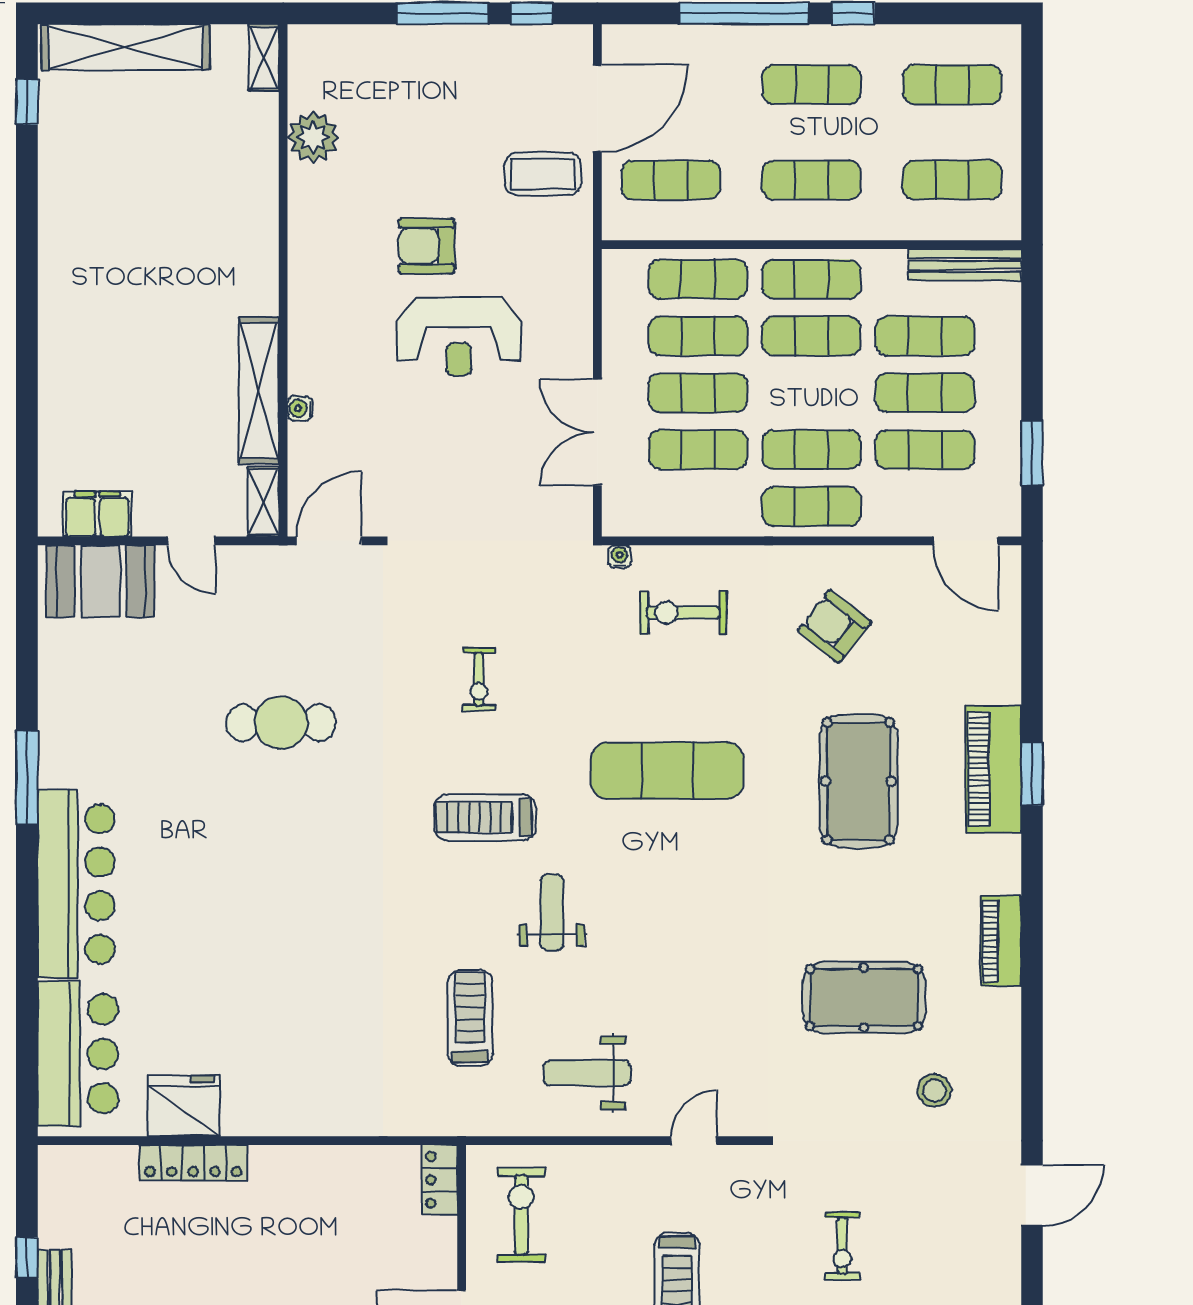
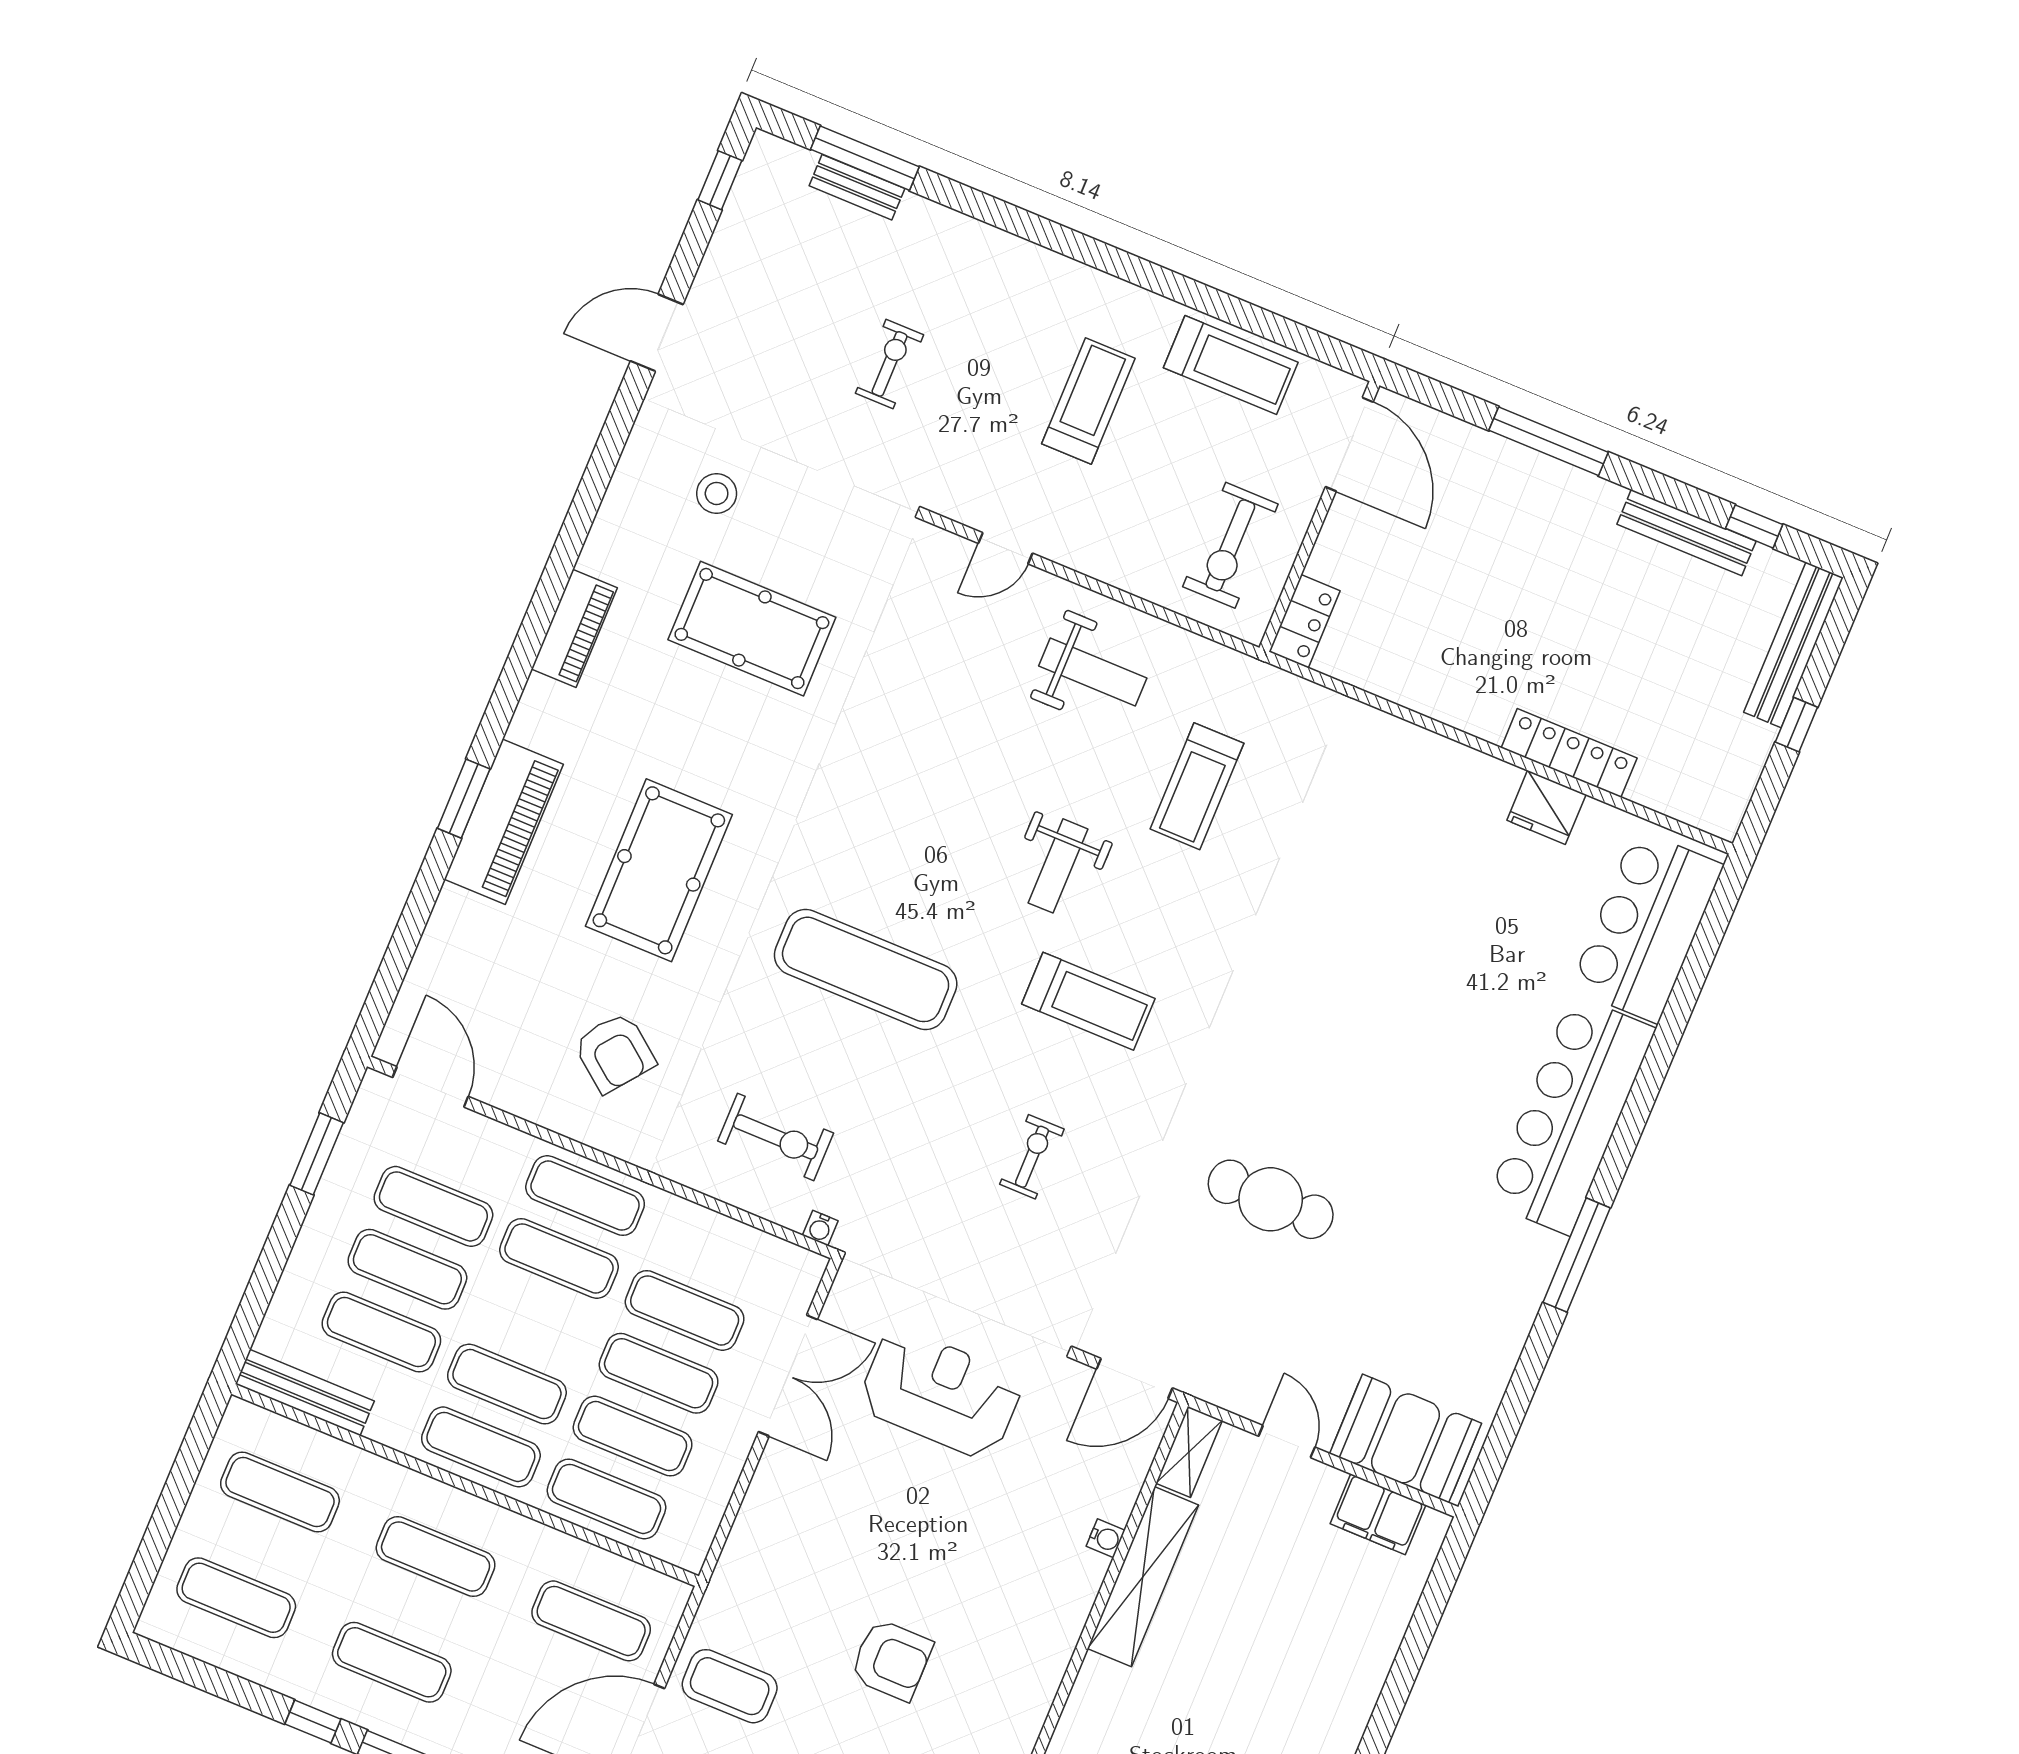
reception desk: (459, 337) -> (941, 1393), moved
fridge: (184, 1106) -> (1546, 807), width x0.73, depth x0.75

